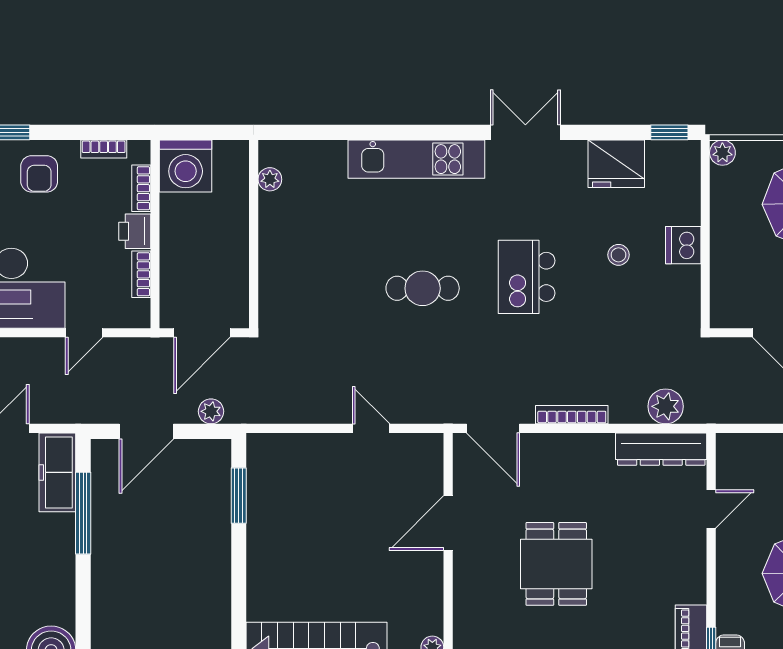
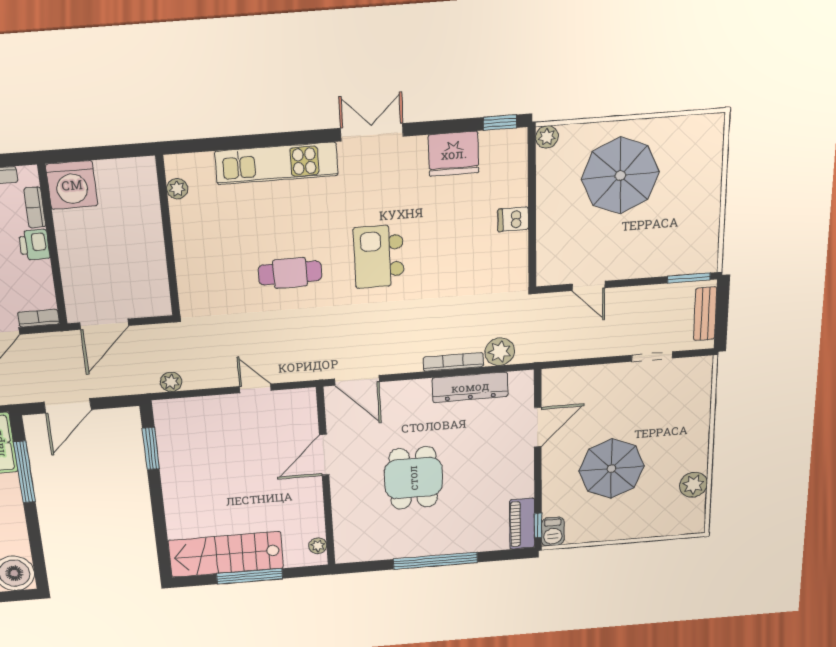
plant: (270, 179) -> (177, 189), moved
wall: (254, 234) -> (168, 237), moved
dishwasher: (683, 245) -> (513, 219), width x0.73
stool: (619, 255) -> (457, 232), removed
bookcase: (141, 274) -> (38, 318), moved, turned 90
plant: (211, 411) -> (171, 382), moved
bookcase: (572, 415) -> (453, 362), moved
dresser: (661, 449) -> (470, 387), moved
door: (711, 509) -> (538, 427), width x1.38

